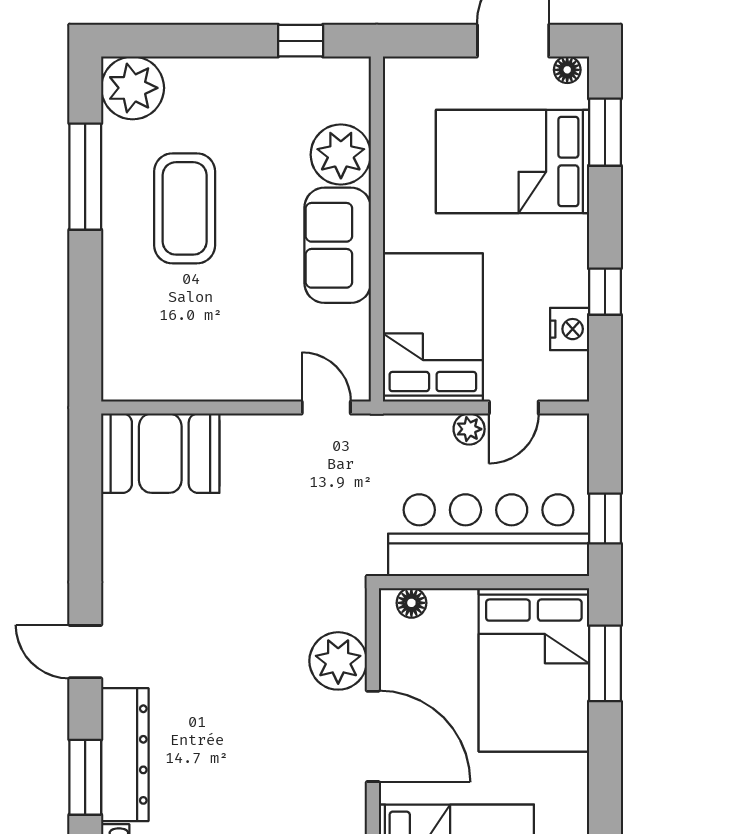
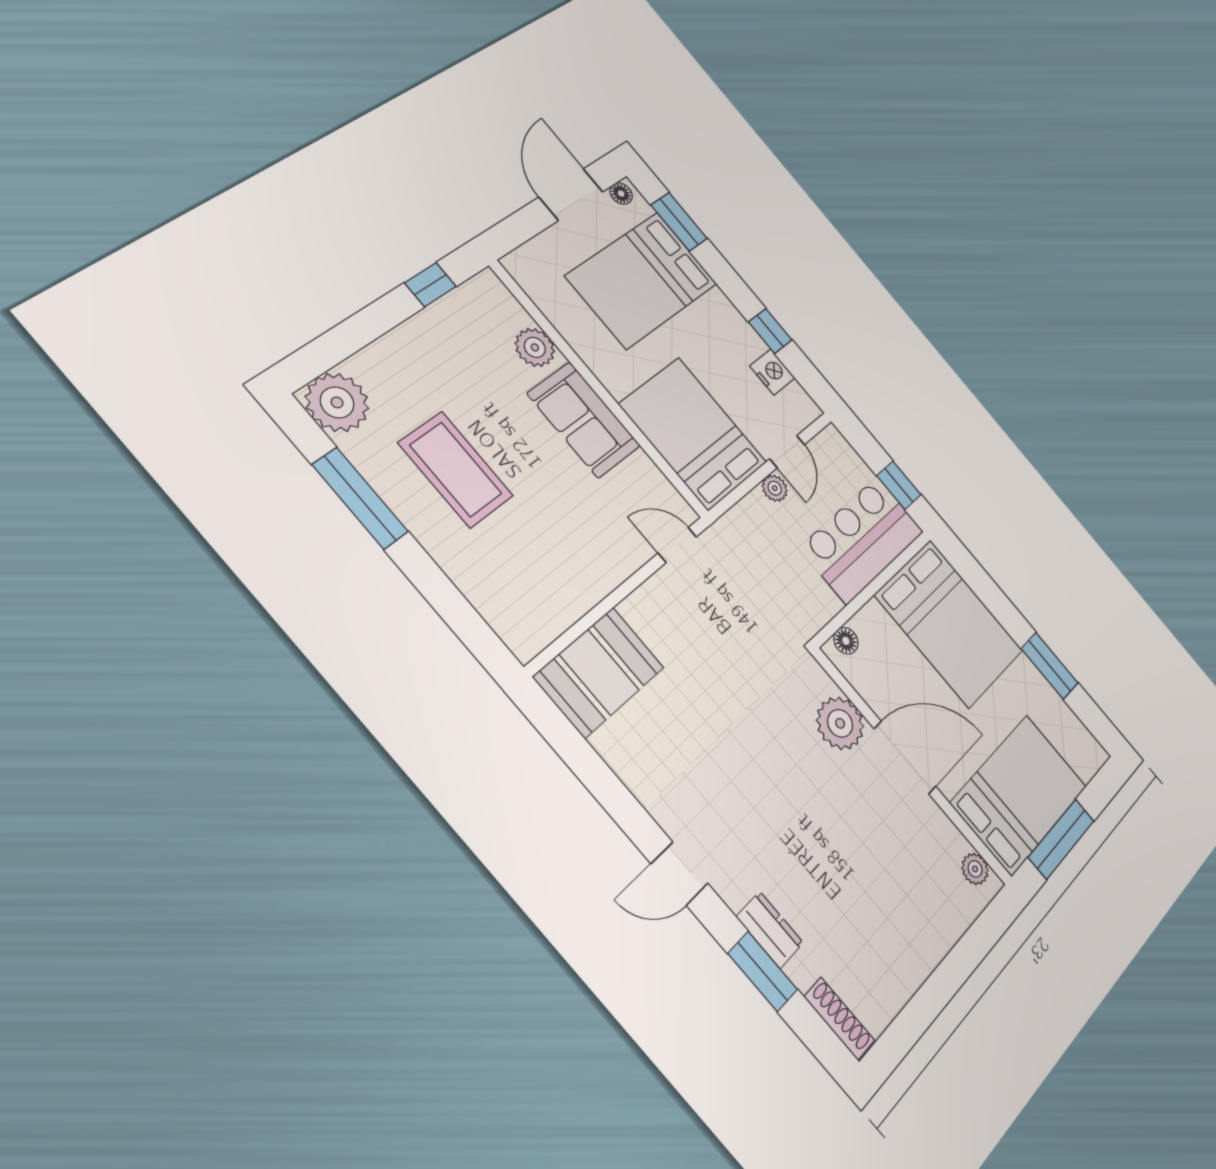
plant: (341, 155) -> (535, 347), width x0.73, depth x0.73
bar counter: (489, 535) -> (862, 540), width x0.73
window: (605, 663) -> (1050, 666), moved
dresser: (125, 755) -> (770, 930), width x0.51, depth x0.80

